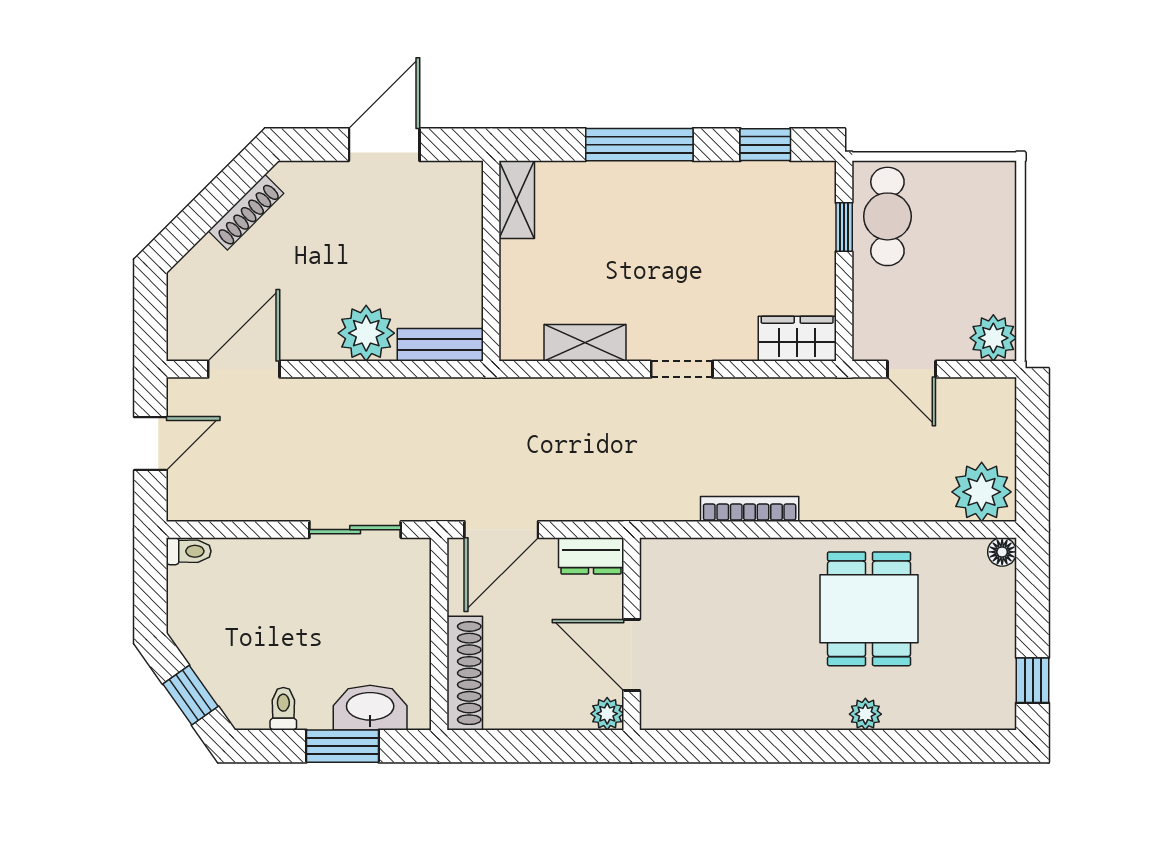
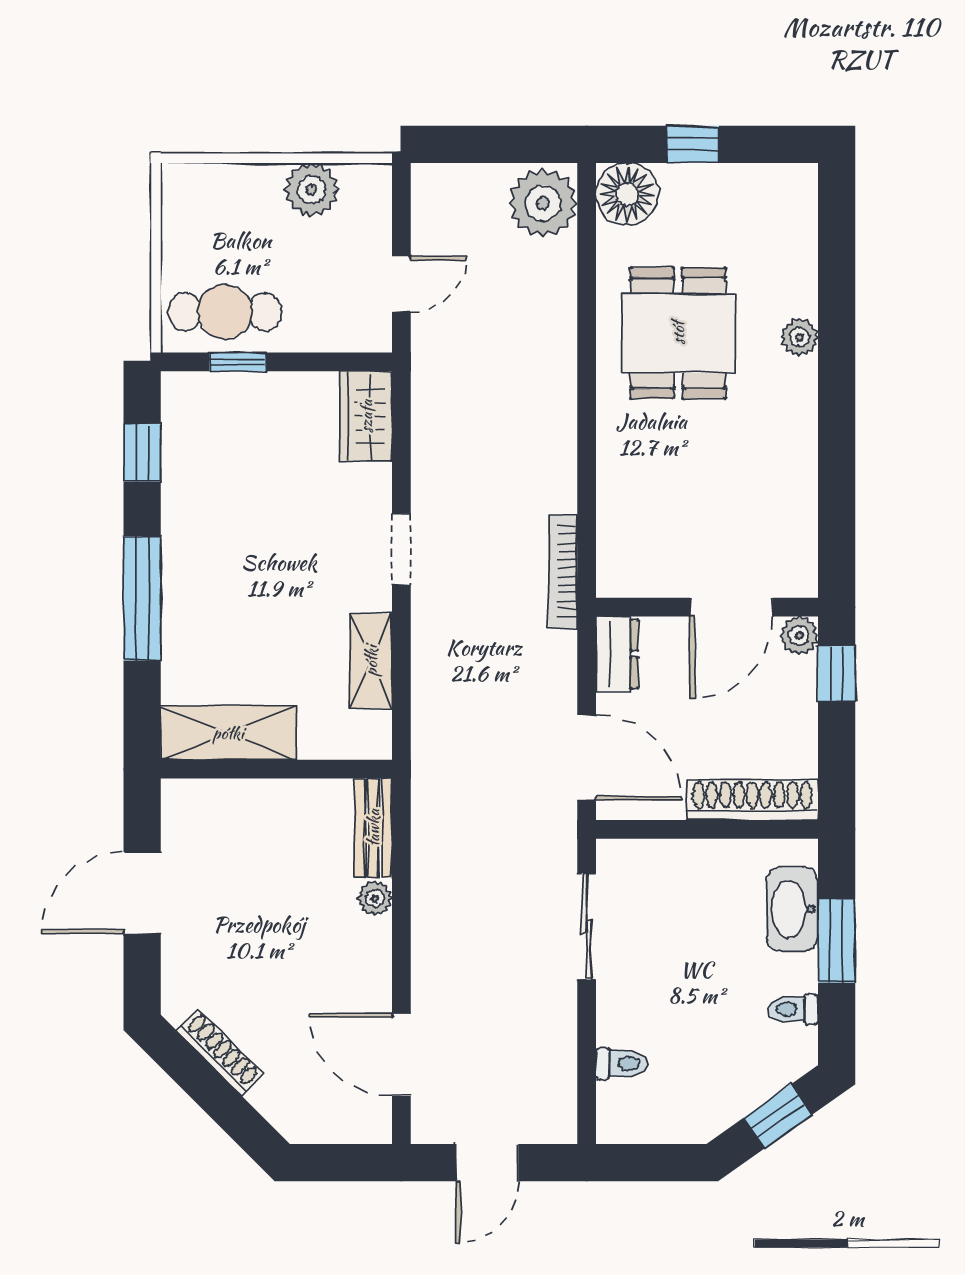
door: (384, 145) -> (142, 893), hinge flipped
shelving: (517, 200) -> (228, 733), width x1.50, depth x1.33
plant: (366, 333) -> (375, 898), width x0.53, depth x0.53
plant: (993, 338) -> (311, 190), moved
door: (150, 444) -> (487, 1163), swing flipped
bookcase: (750, 509) -> (563, 572), moved
toilet: (189, 551) -> (622, 1064), moved, turned 90
floor lamp: (1002, 552) -> (627, 194), width x1.89, depth x1.89
dining table: (869, 609) -> (678, 333), turned 90
window: (1033, 680) -> (693, 144), moved
window: (574, 746) -> (837, 674), added

